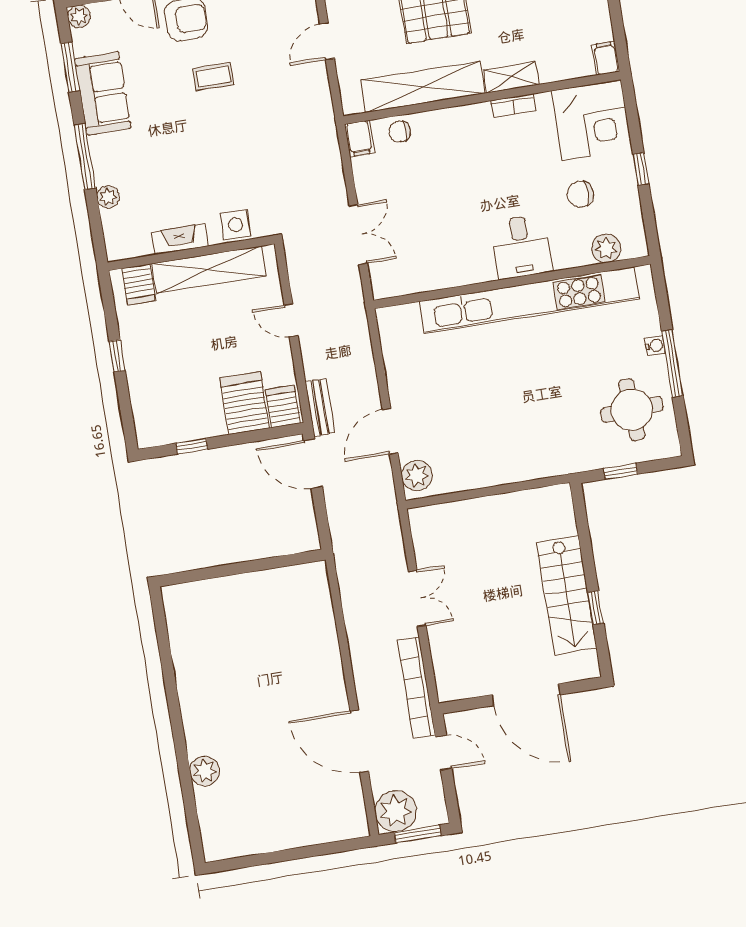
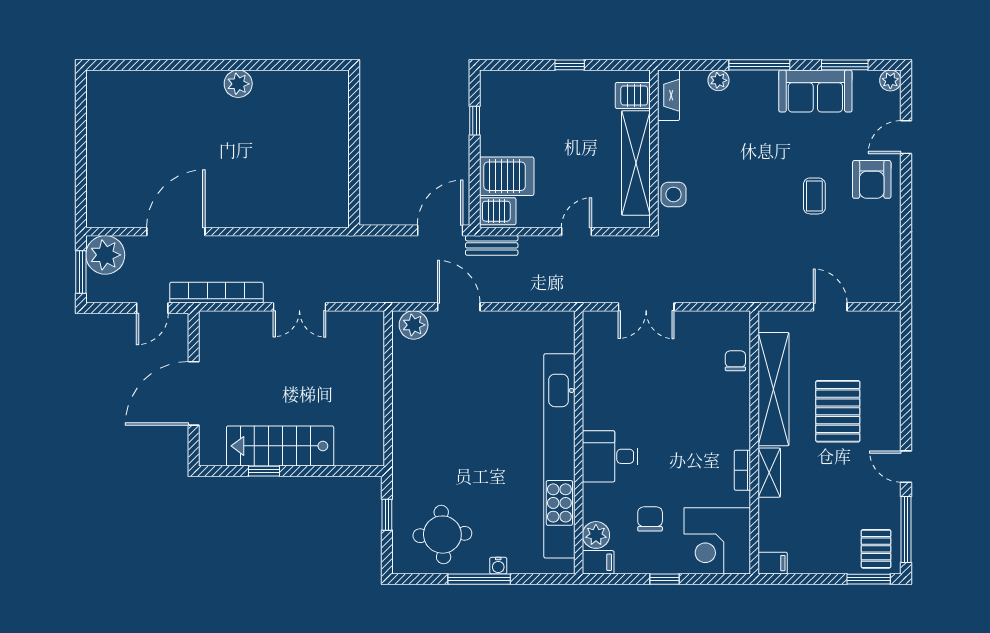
filing cabinet: (359, 139) -> (598, 562), moved, turned 180
fireplace: (180, 239) -> (669, 95), moved
plant: (205, 771) -> (238, 84), moved

